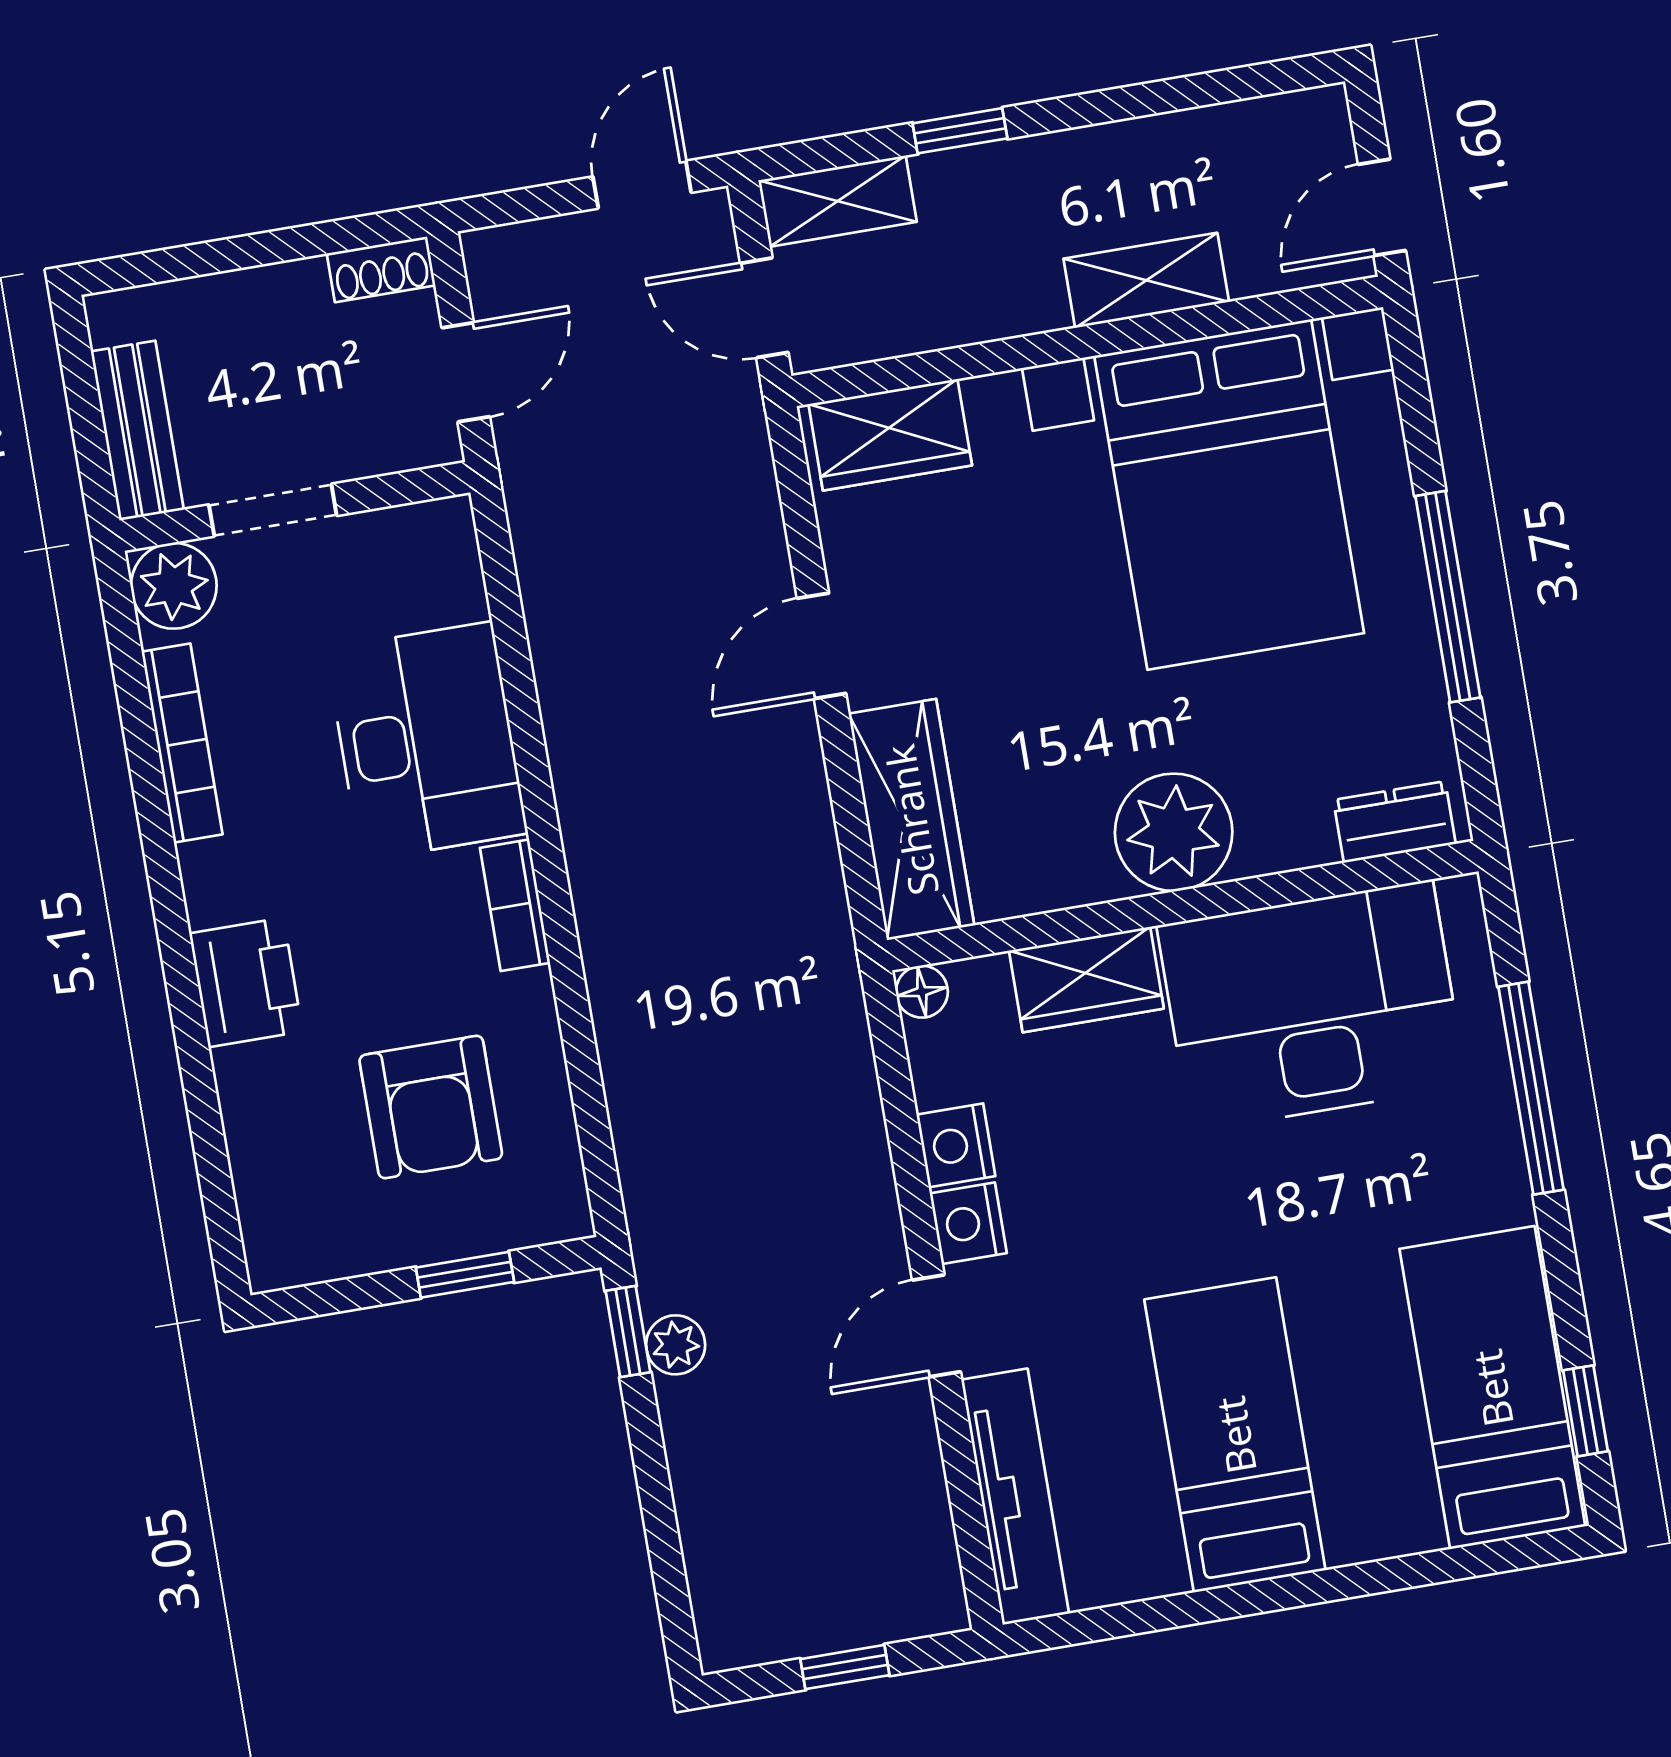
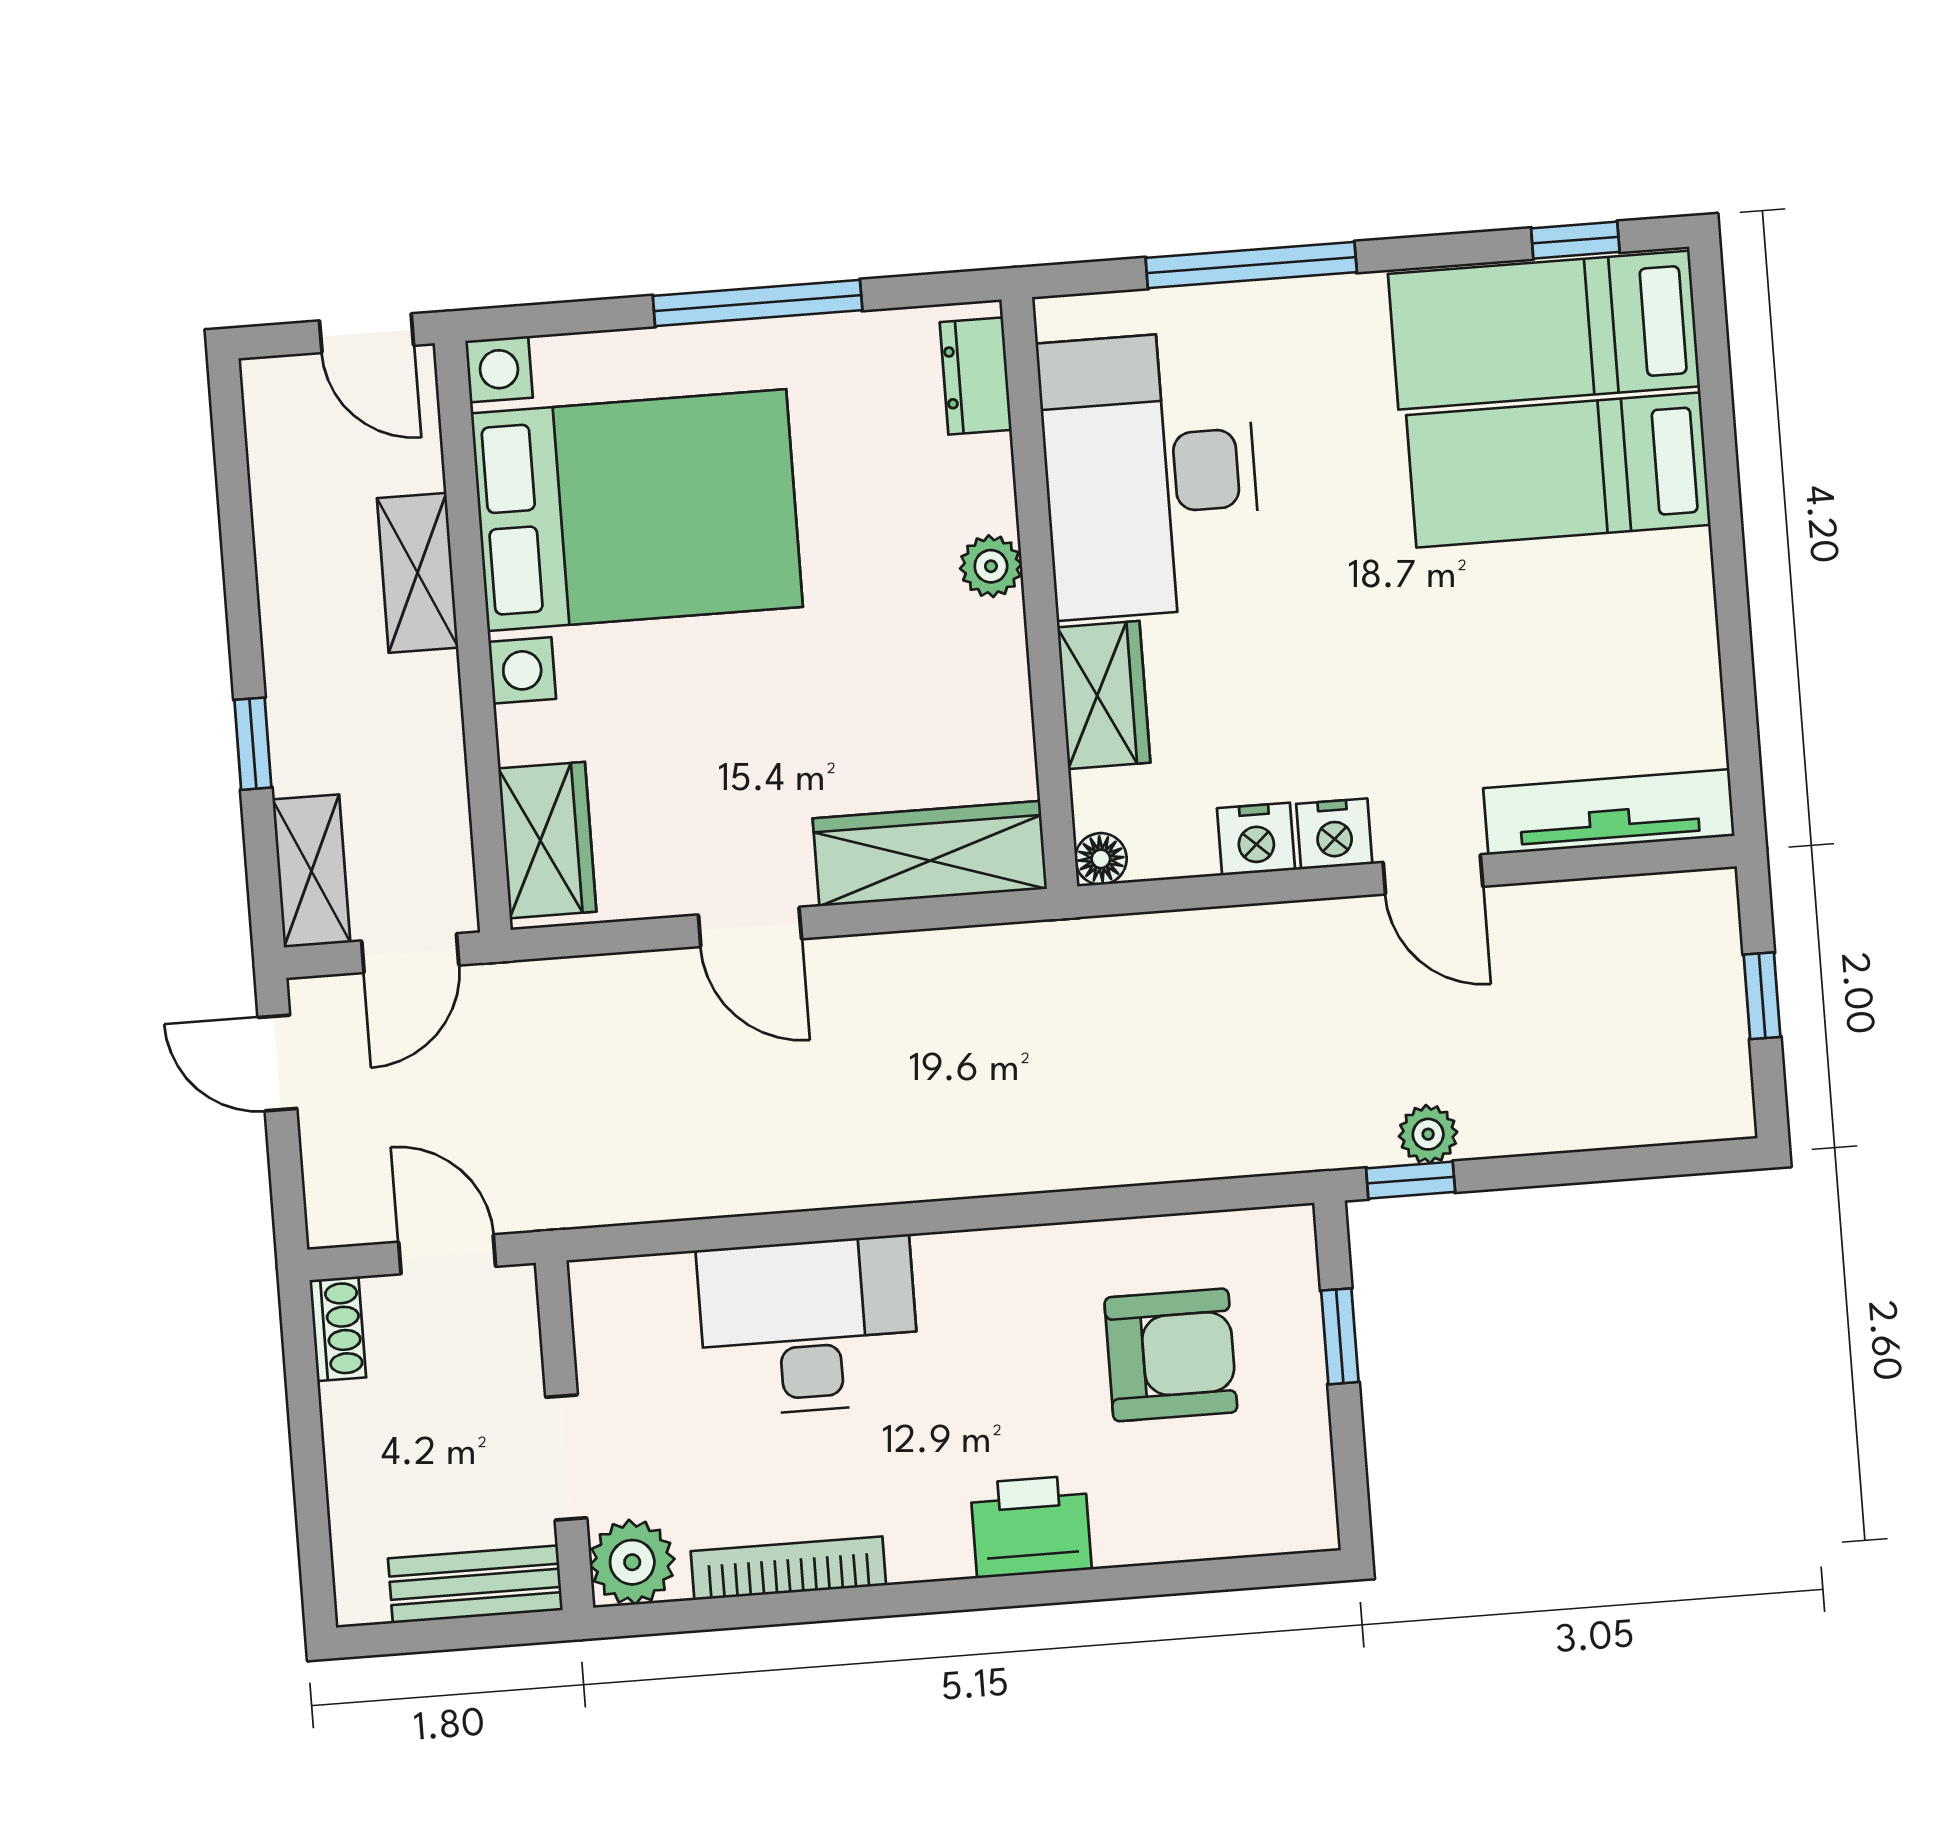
plant: (1174, 832) -> (991, 566), width x0.53, depth x0.53
bookcase: (515, 905) -> (979, 1254), removed
bed: (1235, 1435) -> (1558, 470), moved

